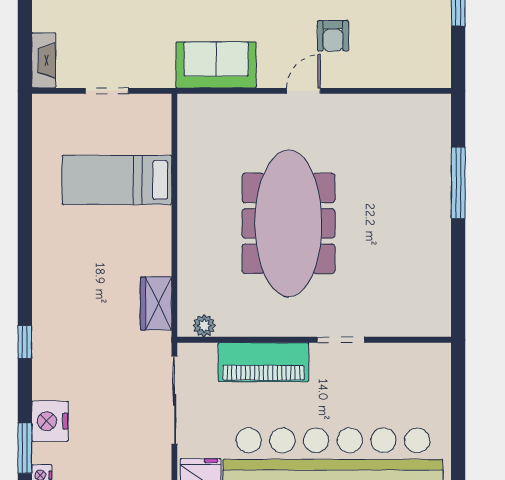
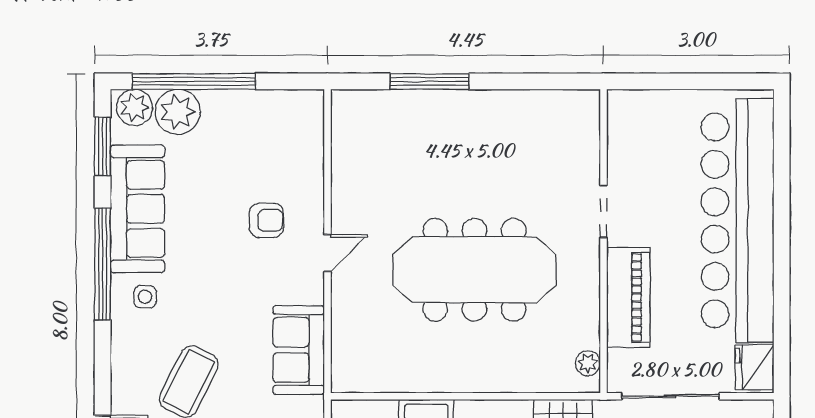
door: (303, 91) -> (327, 253), swing flipped

